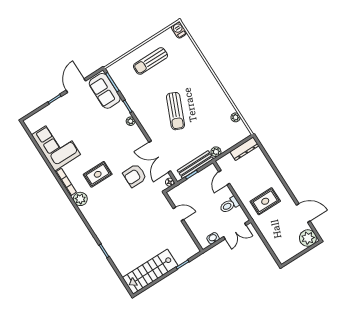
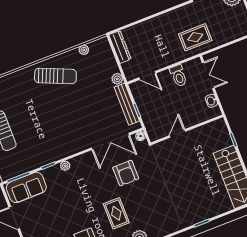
sun lounger: (175, 111) -> (55, 76), moved
rug: (265, 201) -> (195, 37), moved, turned 90

